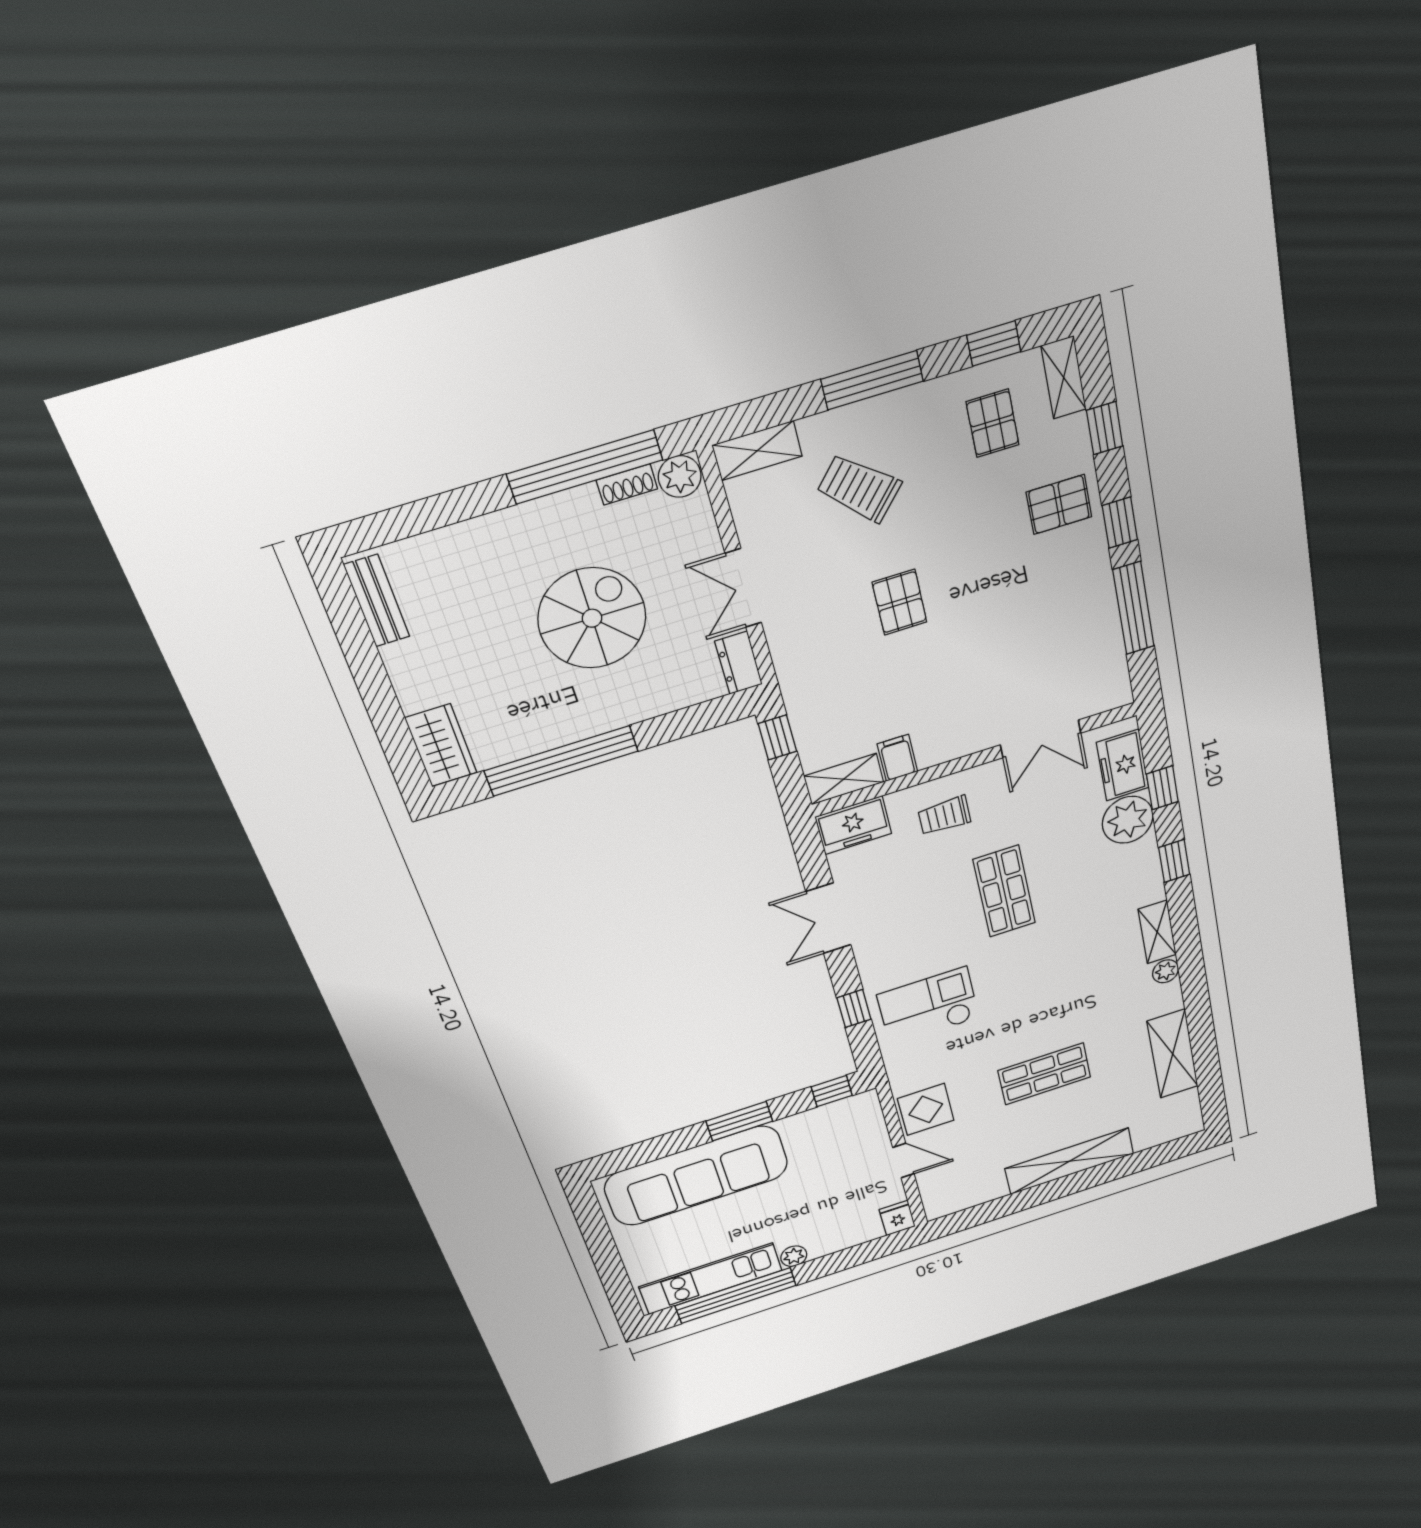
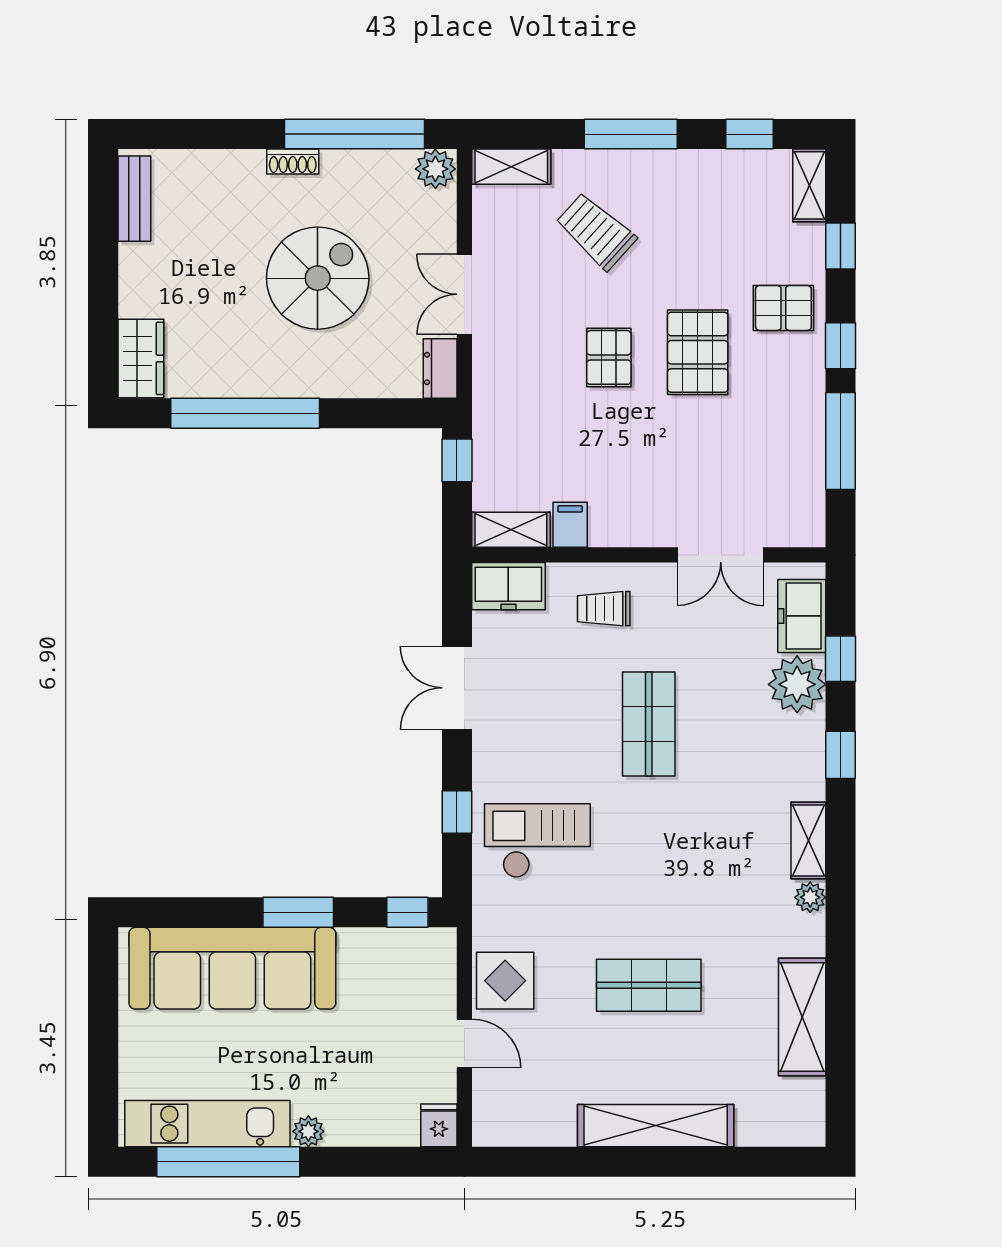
pallet: (993, 423) -> (698, 352), moved, width x1.50, depth x1.42
shoe rack: (627, 485) -> (293, 162), moved

